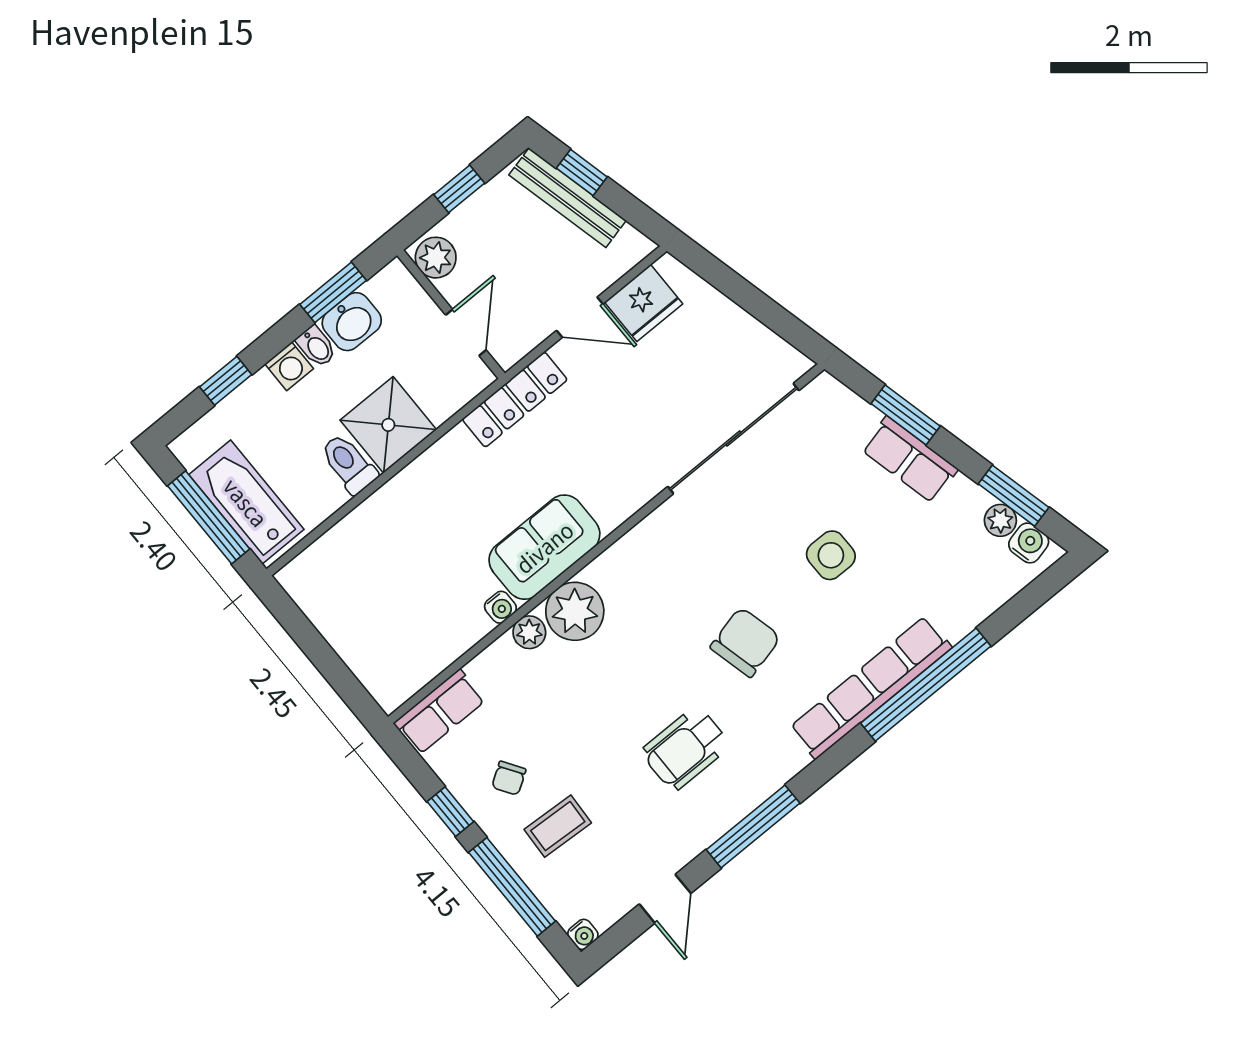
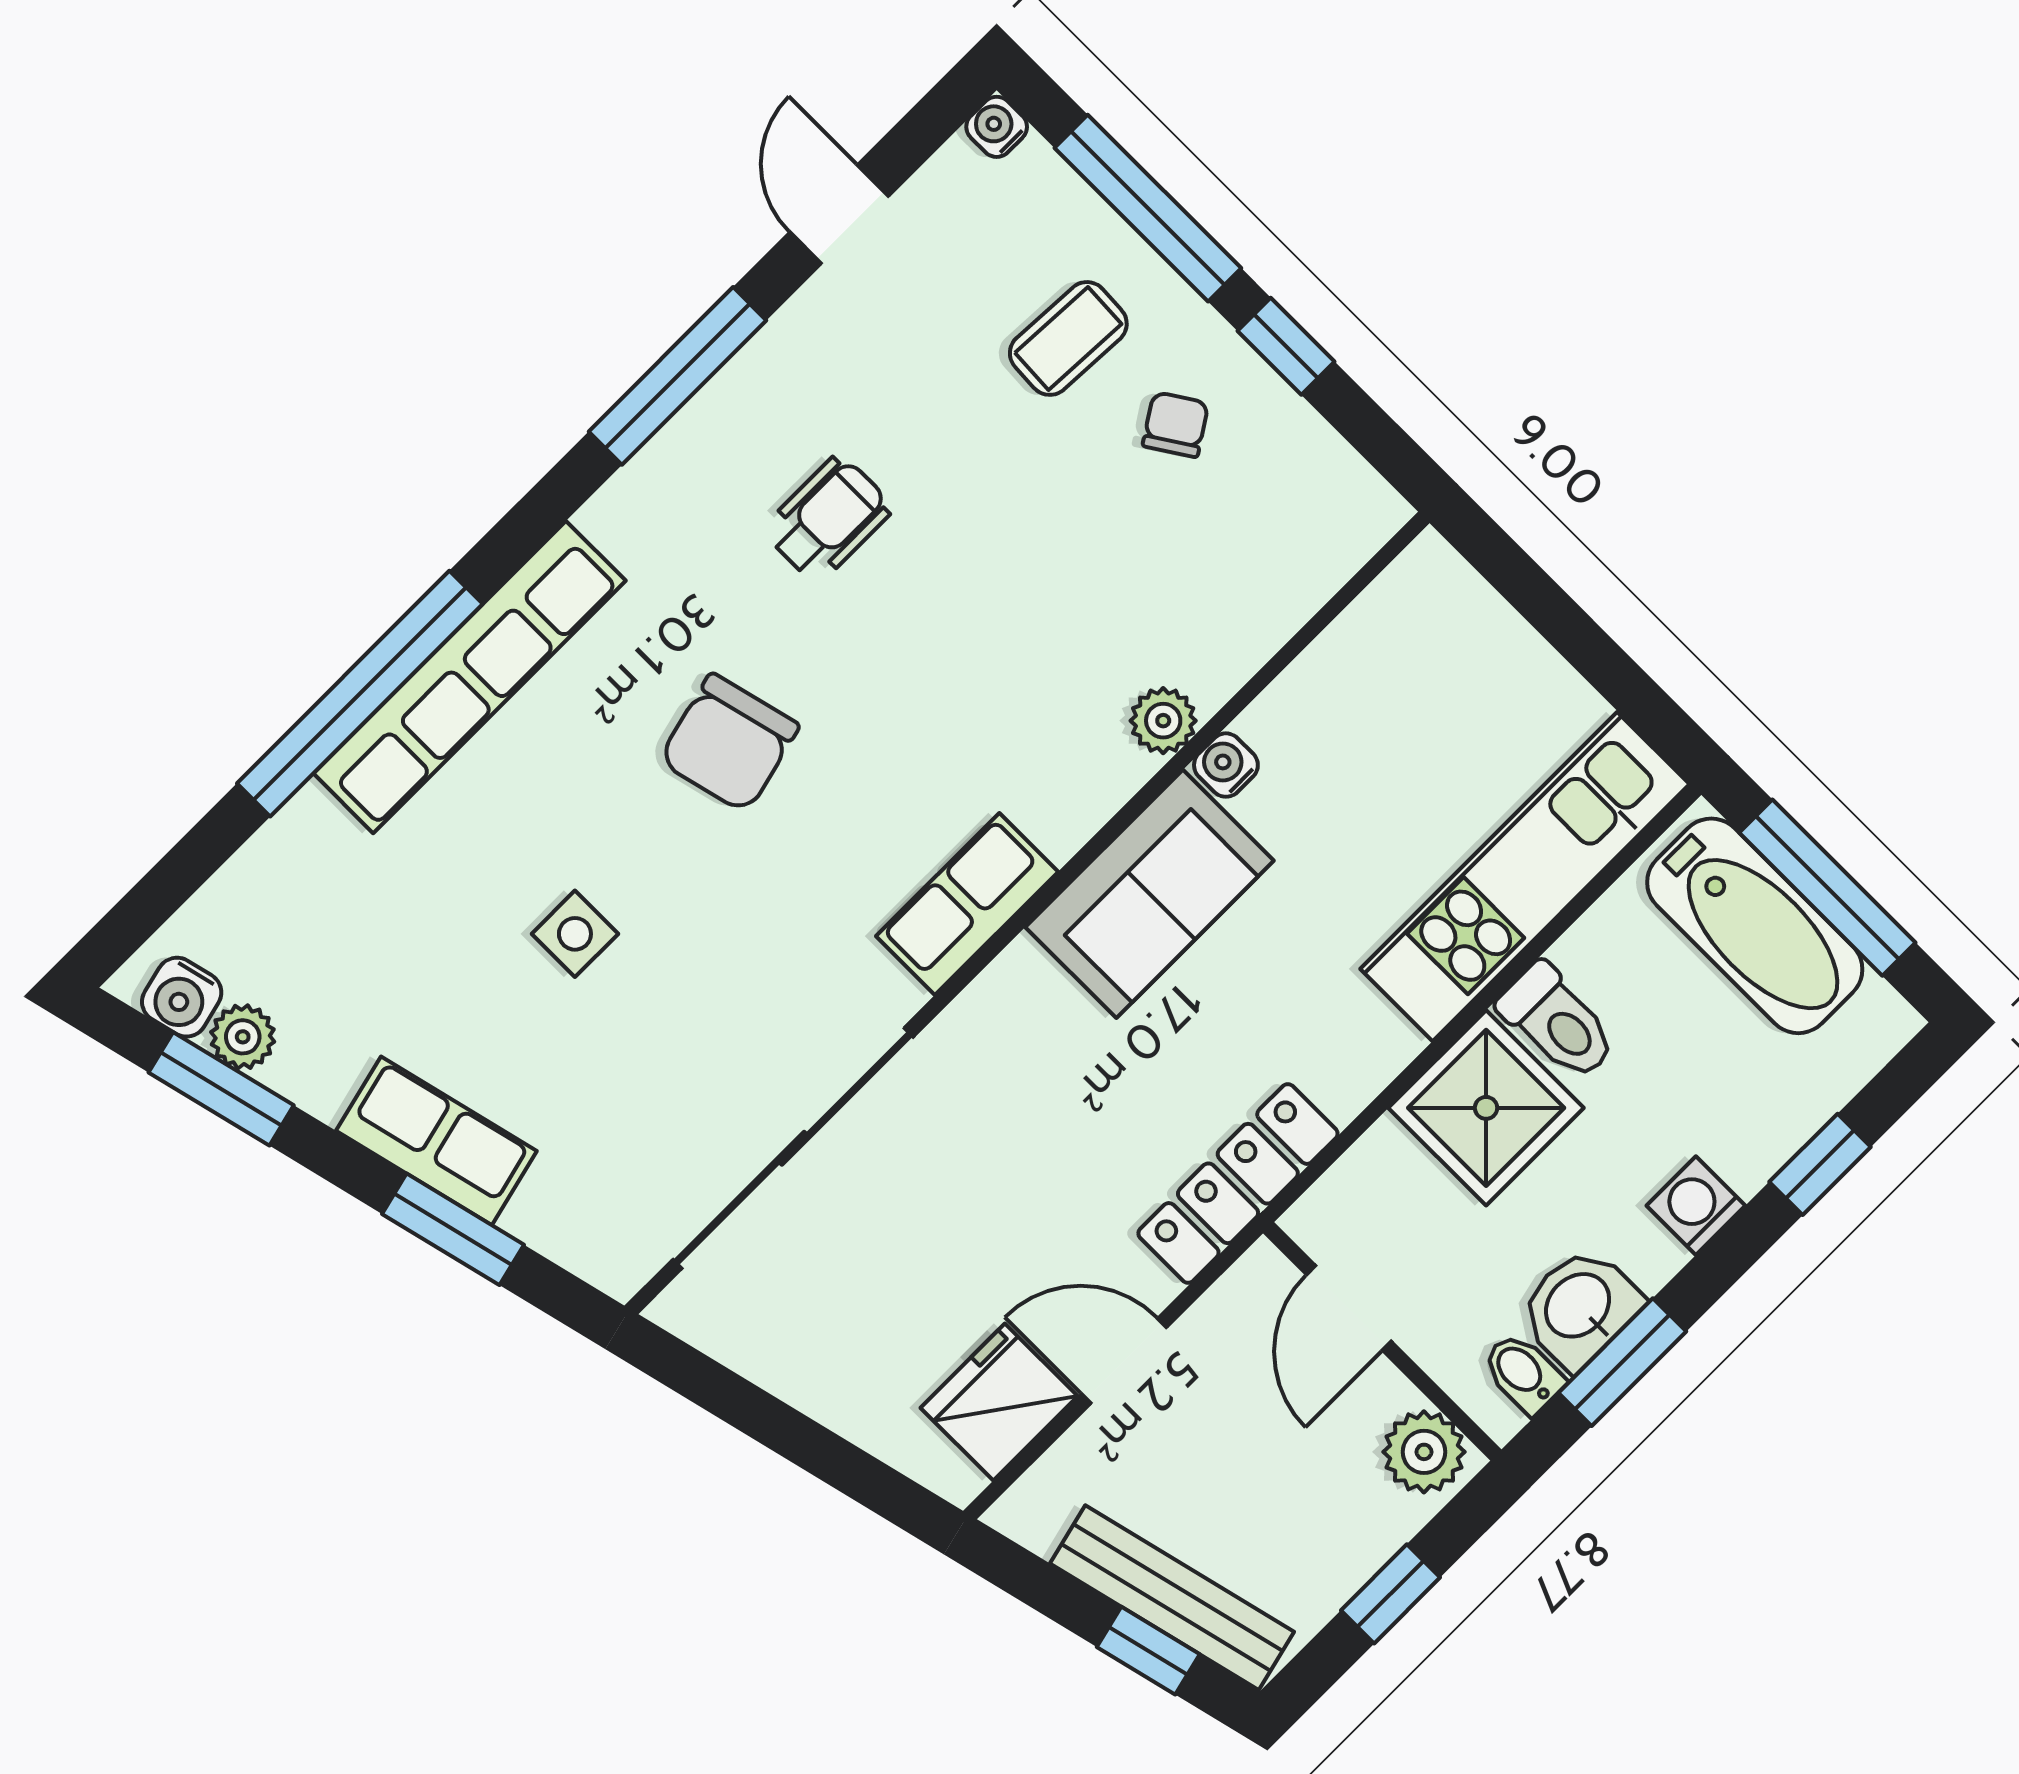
bidet: (316, 346) -> (1523, 1373), moved
kitchen unit: (358, 538) -> (1525, 877), added
side table: (831, 555) -> (575, 934), width x0.73, depth x0.73
plant: (575, 611) -> (1076, 771), removed
row of seats: (440, 712) -> (967, 904), moved
wheelchair: (685, 748) -> (828, 519), width x0.73, depth x0.73

